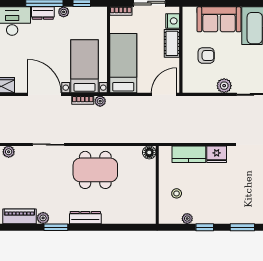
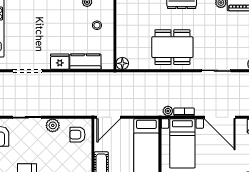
armchair: (206, 56) -> (77, 135), moved

